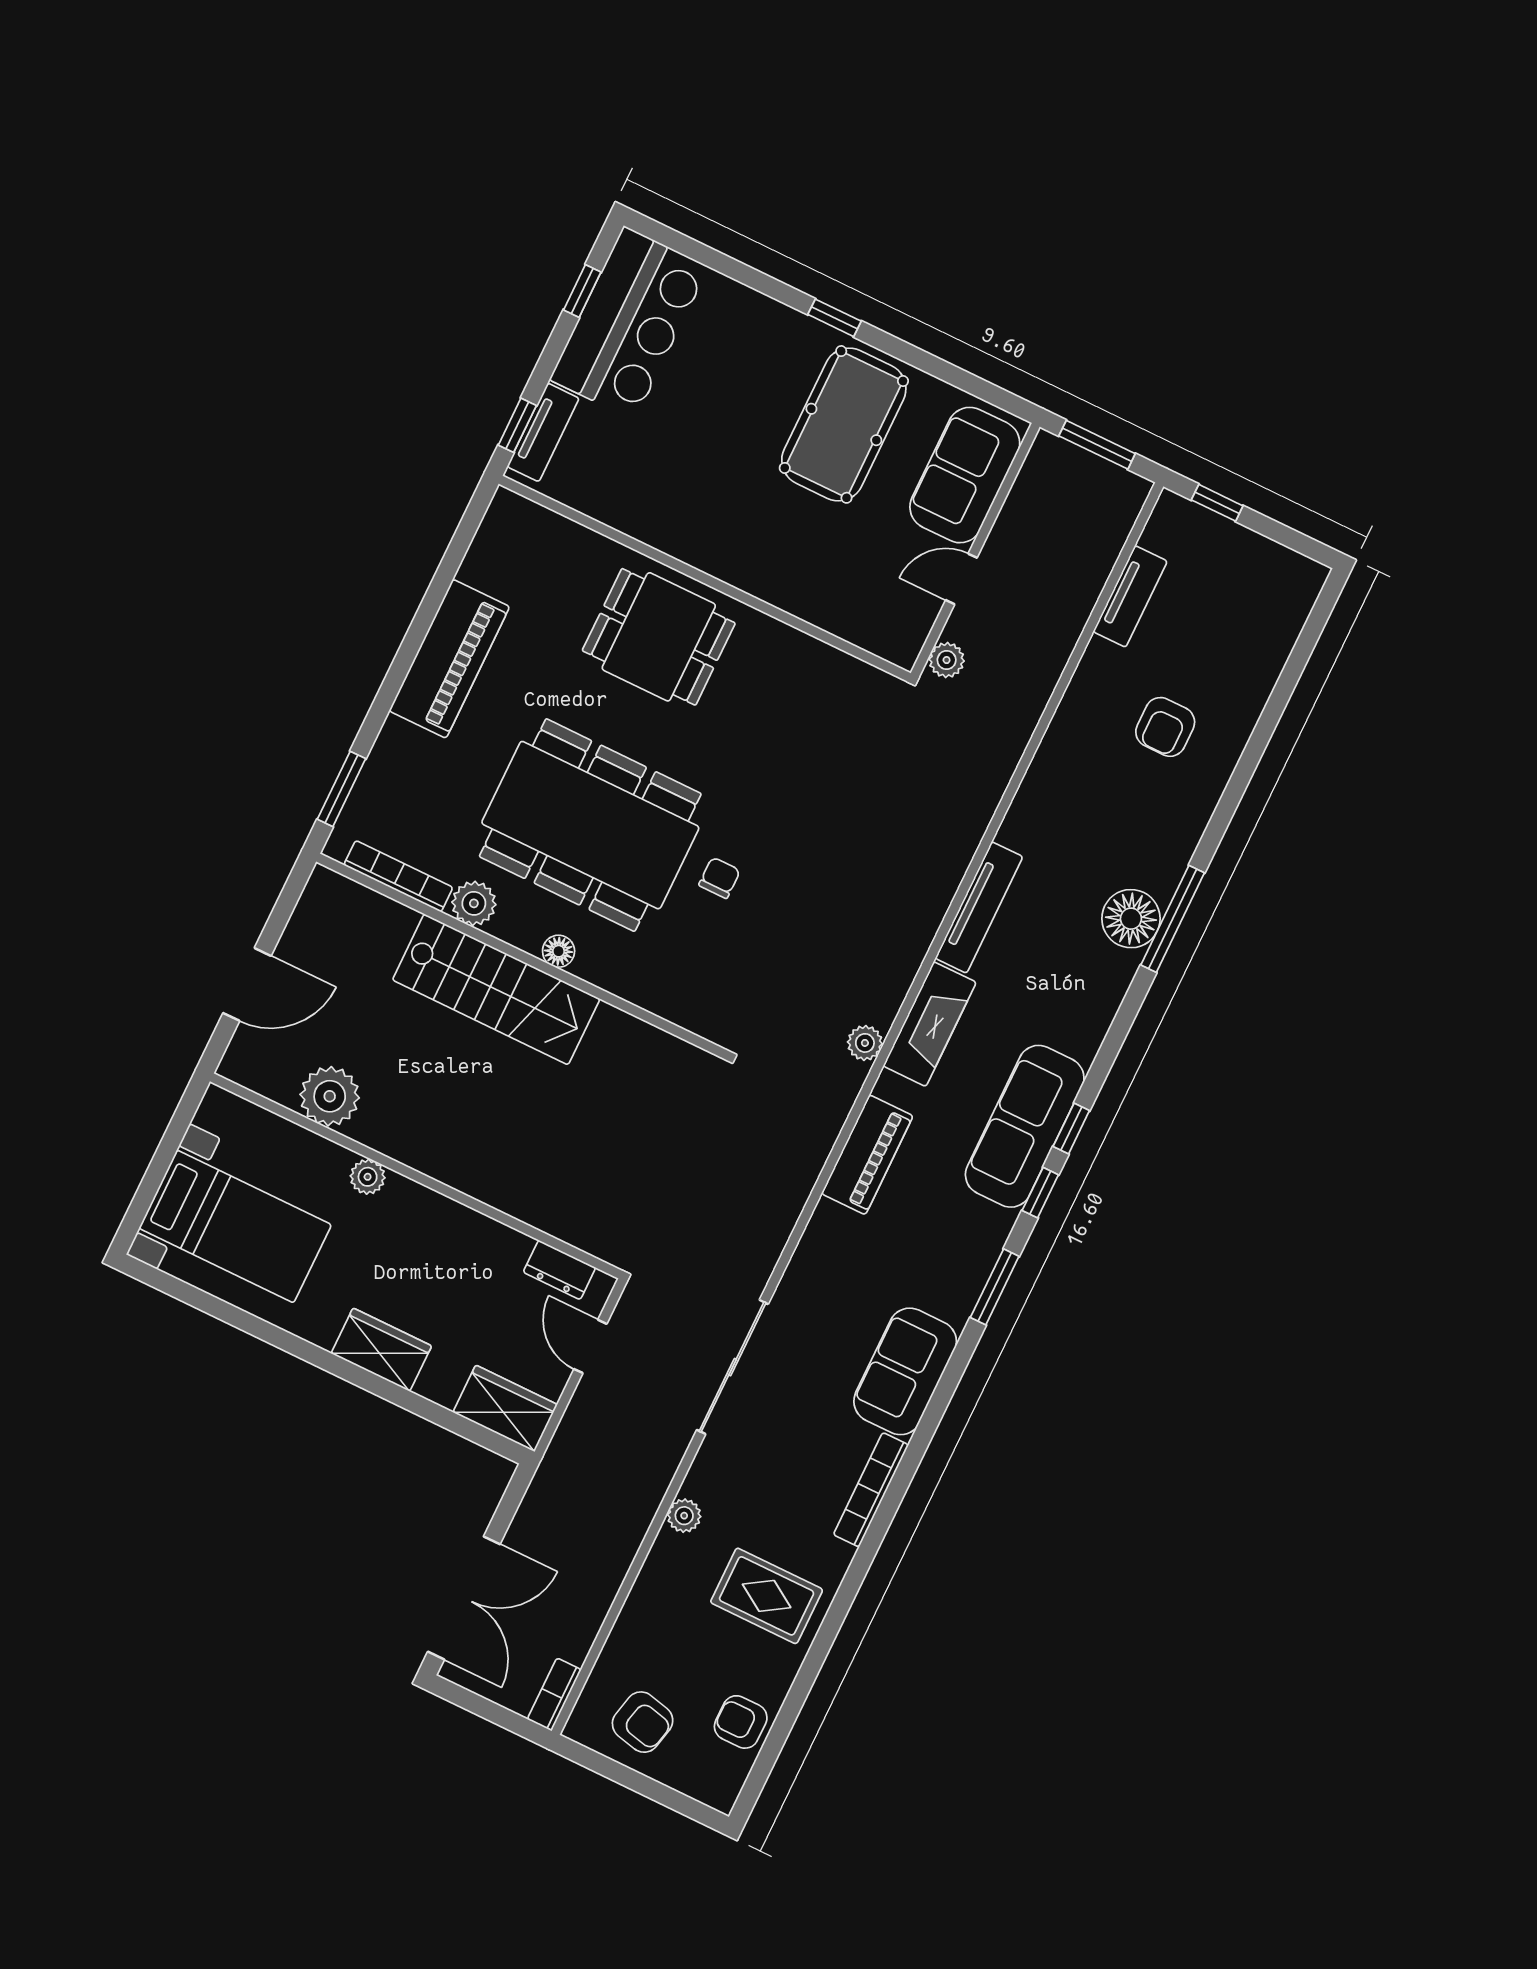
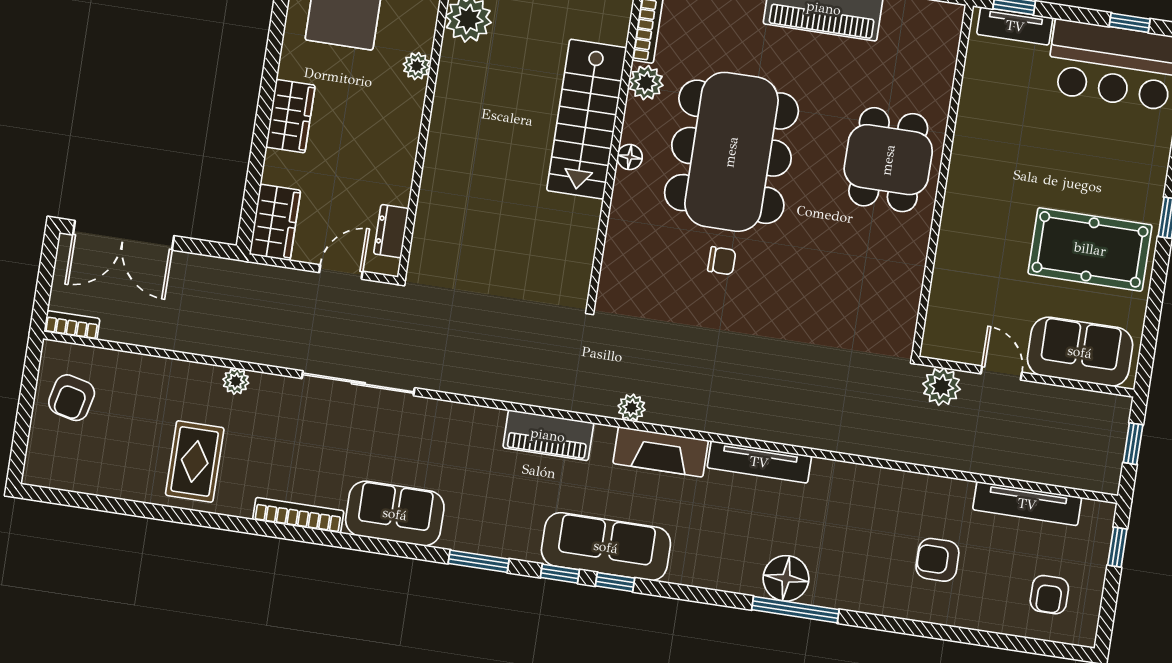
window: (1097, 445) -> (1133, 444), width x0.67
tv unit: (1130, 596) -> (1027, 504), width x1.41
plant: (947, 660) -> (942, 387), width x1.38, depth x1.38
armchair: (741, 1722) -> (1049, 595), moved, turned 180

